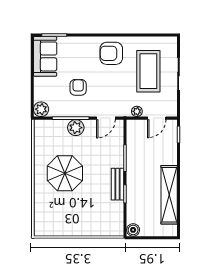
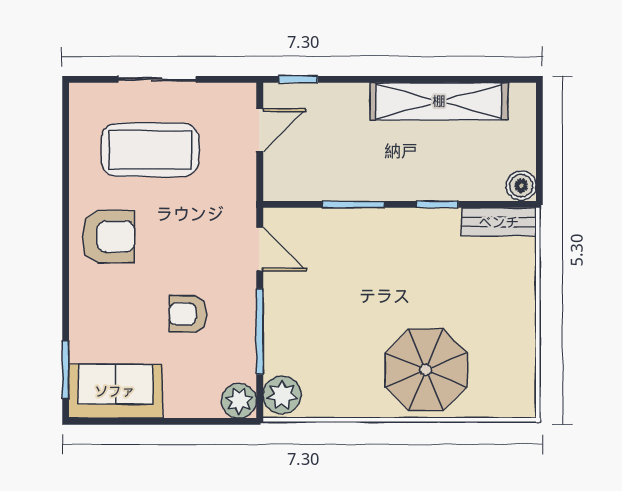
armchair: (111, 53) -> (108, 237), turned -90
plant: (137, 111) -> (244, 177), removed
door: (157, 118) -> (260, 130), hinge flipped
plant: (76, 128) -> (282, 395), moved
parasol: (65, 173) -> (426, 370), moved
bench: (118, 184) -> (499, 222), moved

